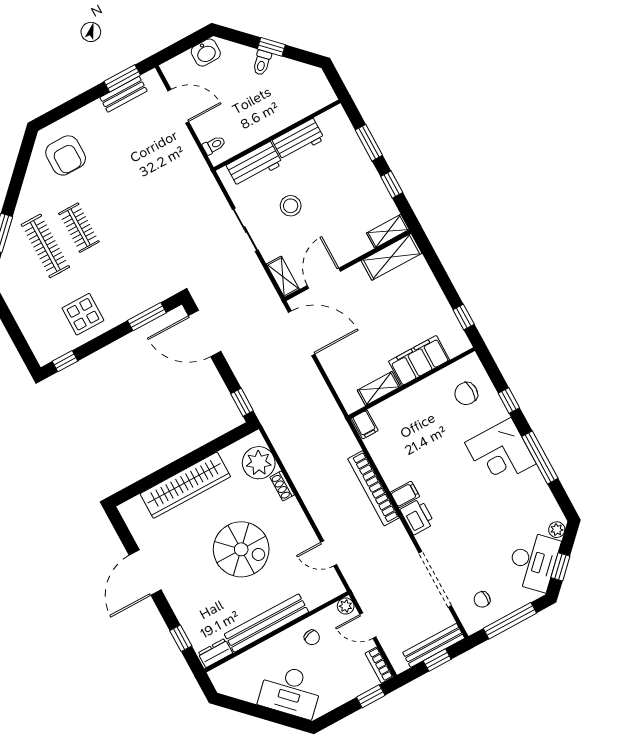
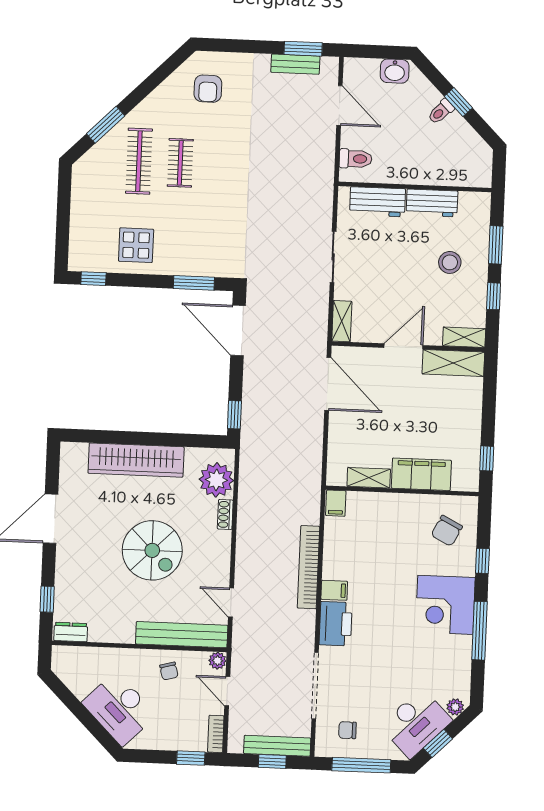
toilet: (214, 145) -> (356, 159), width x1.37, depth x1.39
armchair: (66, 155) -> (208, 89), width x0.72, depth x0.72
stool: (291, 206) -> (450, 262), moved
door: (324, 278) -> (403, 346), moved
chair: (466, 394) -> (447, 531), turned -63
printer: (417, 517) -> (336, 624), width x1.37, depth x1.19
bench: (266, 623) -> (182, 635), moved

